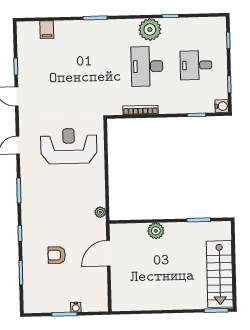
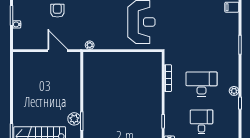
plant: (150, 29) -> (234, 91), width x0.53, depth x0.53
plant: (156, 231) -> (74, 119), moved

